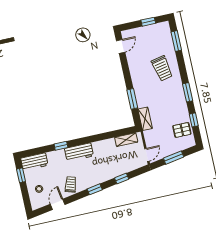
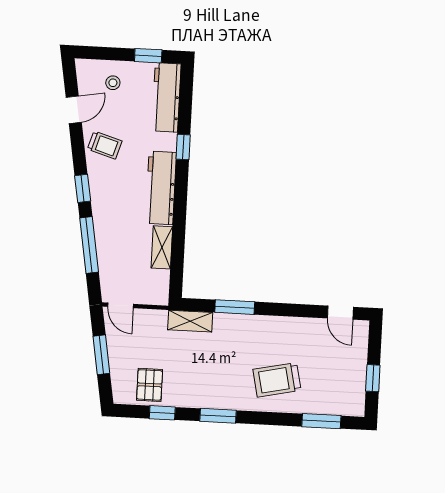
shelving: (126, 140) -> (162, 247), moved
workbench: (79, 152) -> (161, 188), width x1.38
workbench: (34, 162) -> (166, 97), width x1.38
window: (122, 179) -> (89, 245), width x2.17
door: (58, 204) -> (74, 110), hinge flipped

